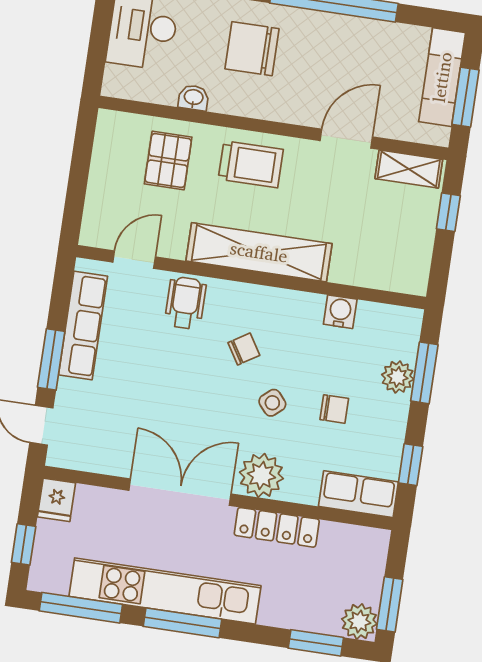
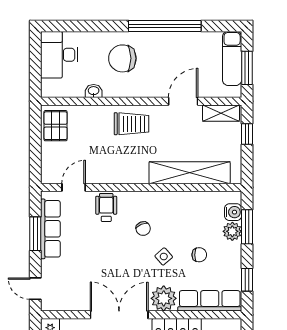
pallet: (168, 160) -> (56, 126), moved
shelving: (259, 252) -> (190, 173), moved
water cooler: (340, 312) -> (233, 212), moved, turned 90
chair: (244, 349) -> (143, 229), turned 99
window: (51, 359) -> (35, 234), moved
row of seats: (358, 494) -> (210, 301), width x1.48

